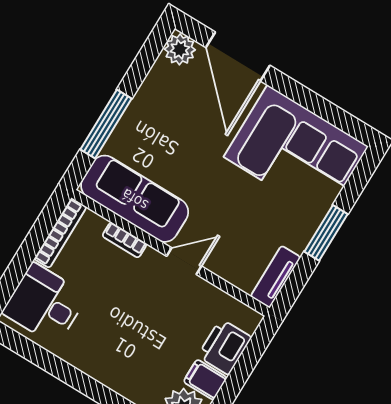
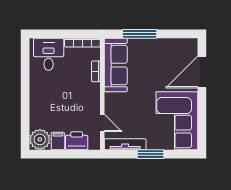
plant: (180, 49) -> (190, 46), removed
door: (184, 261) -> (102, 123), moved
tv unit: (276, 277) -> (125, 144), width x1.41

